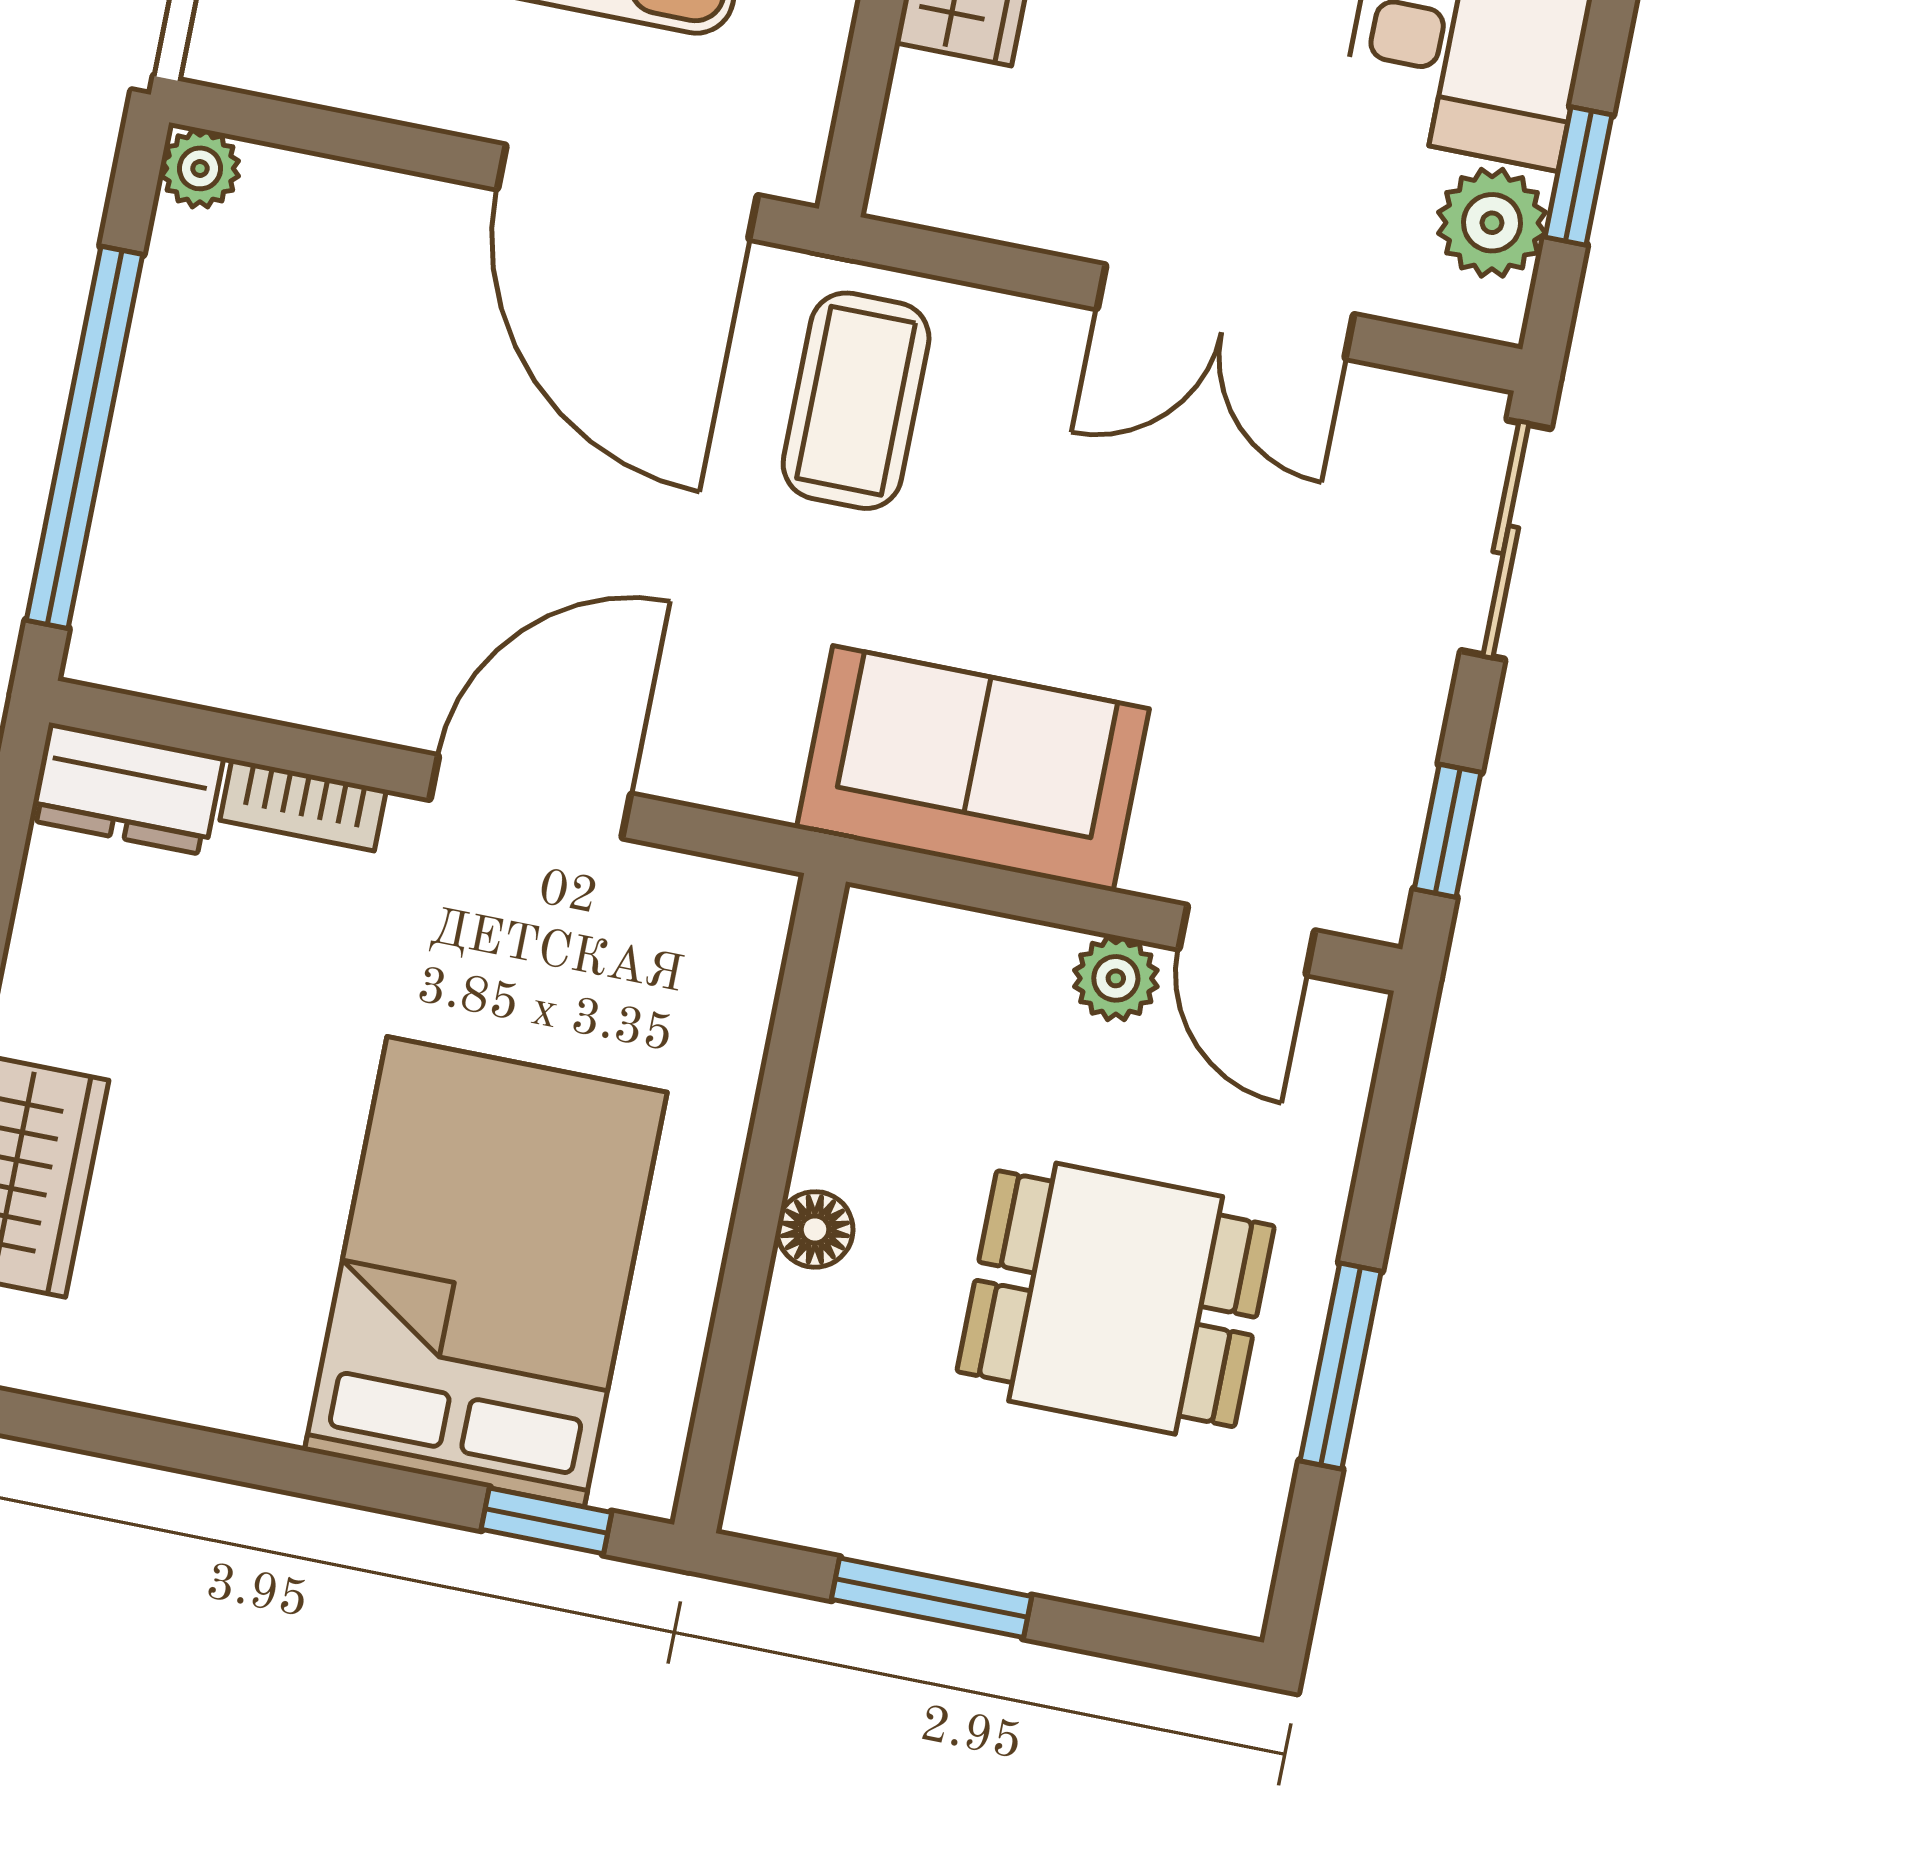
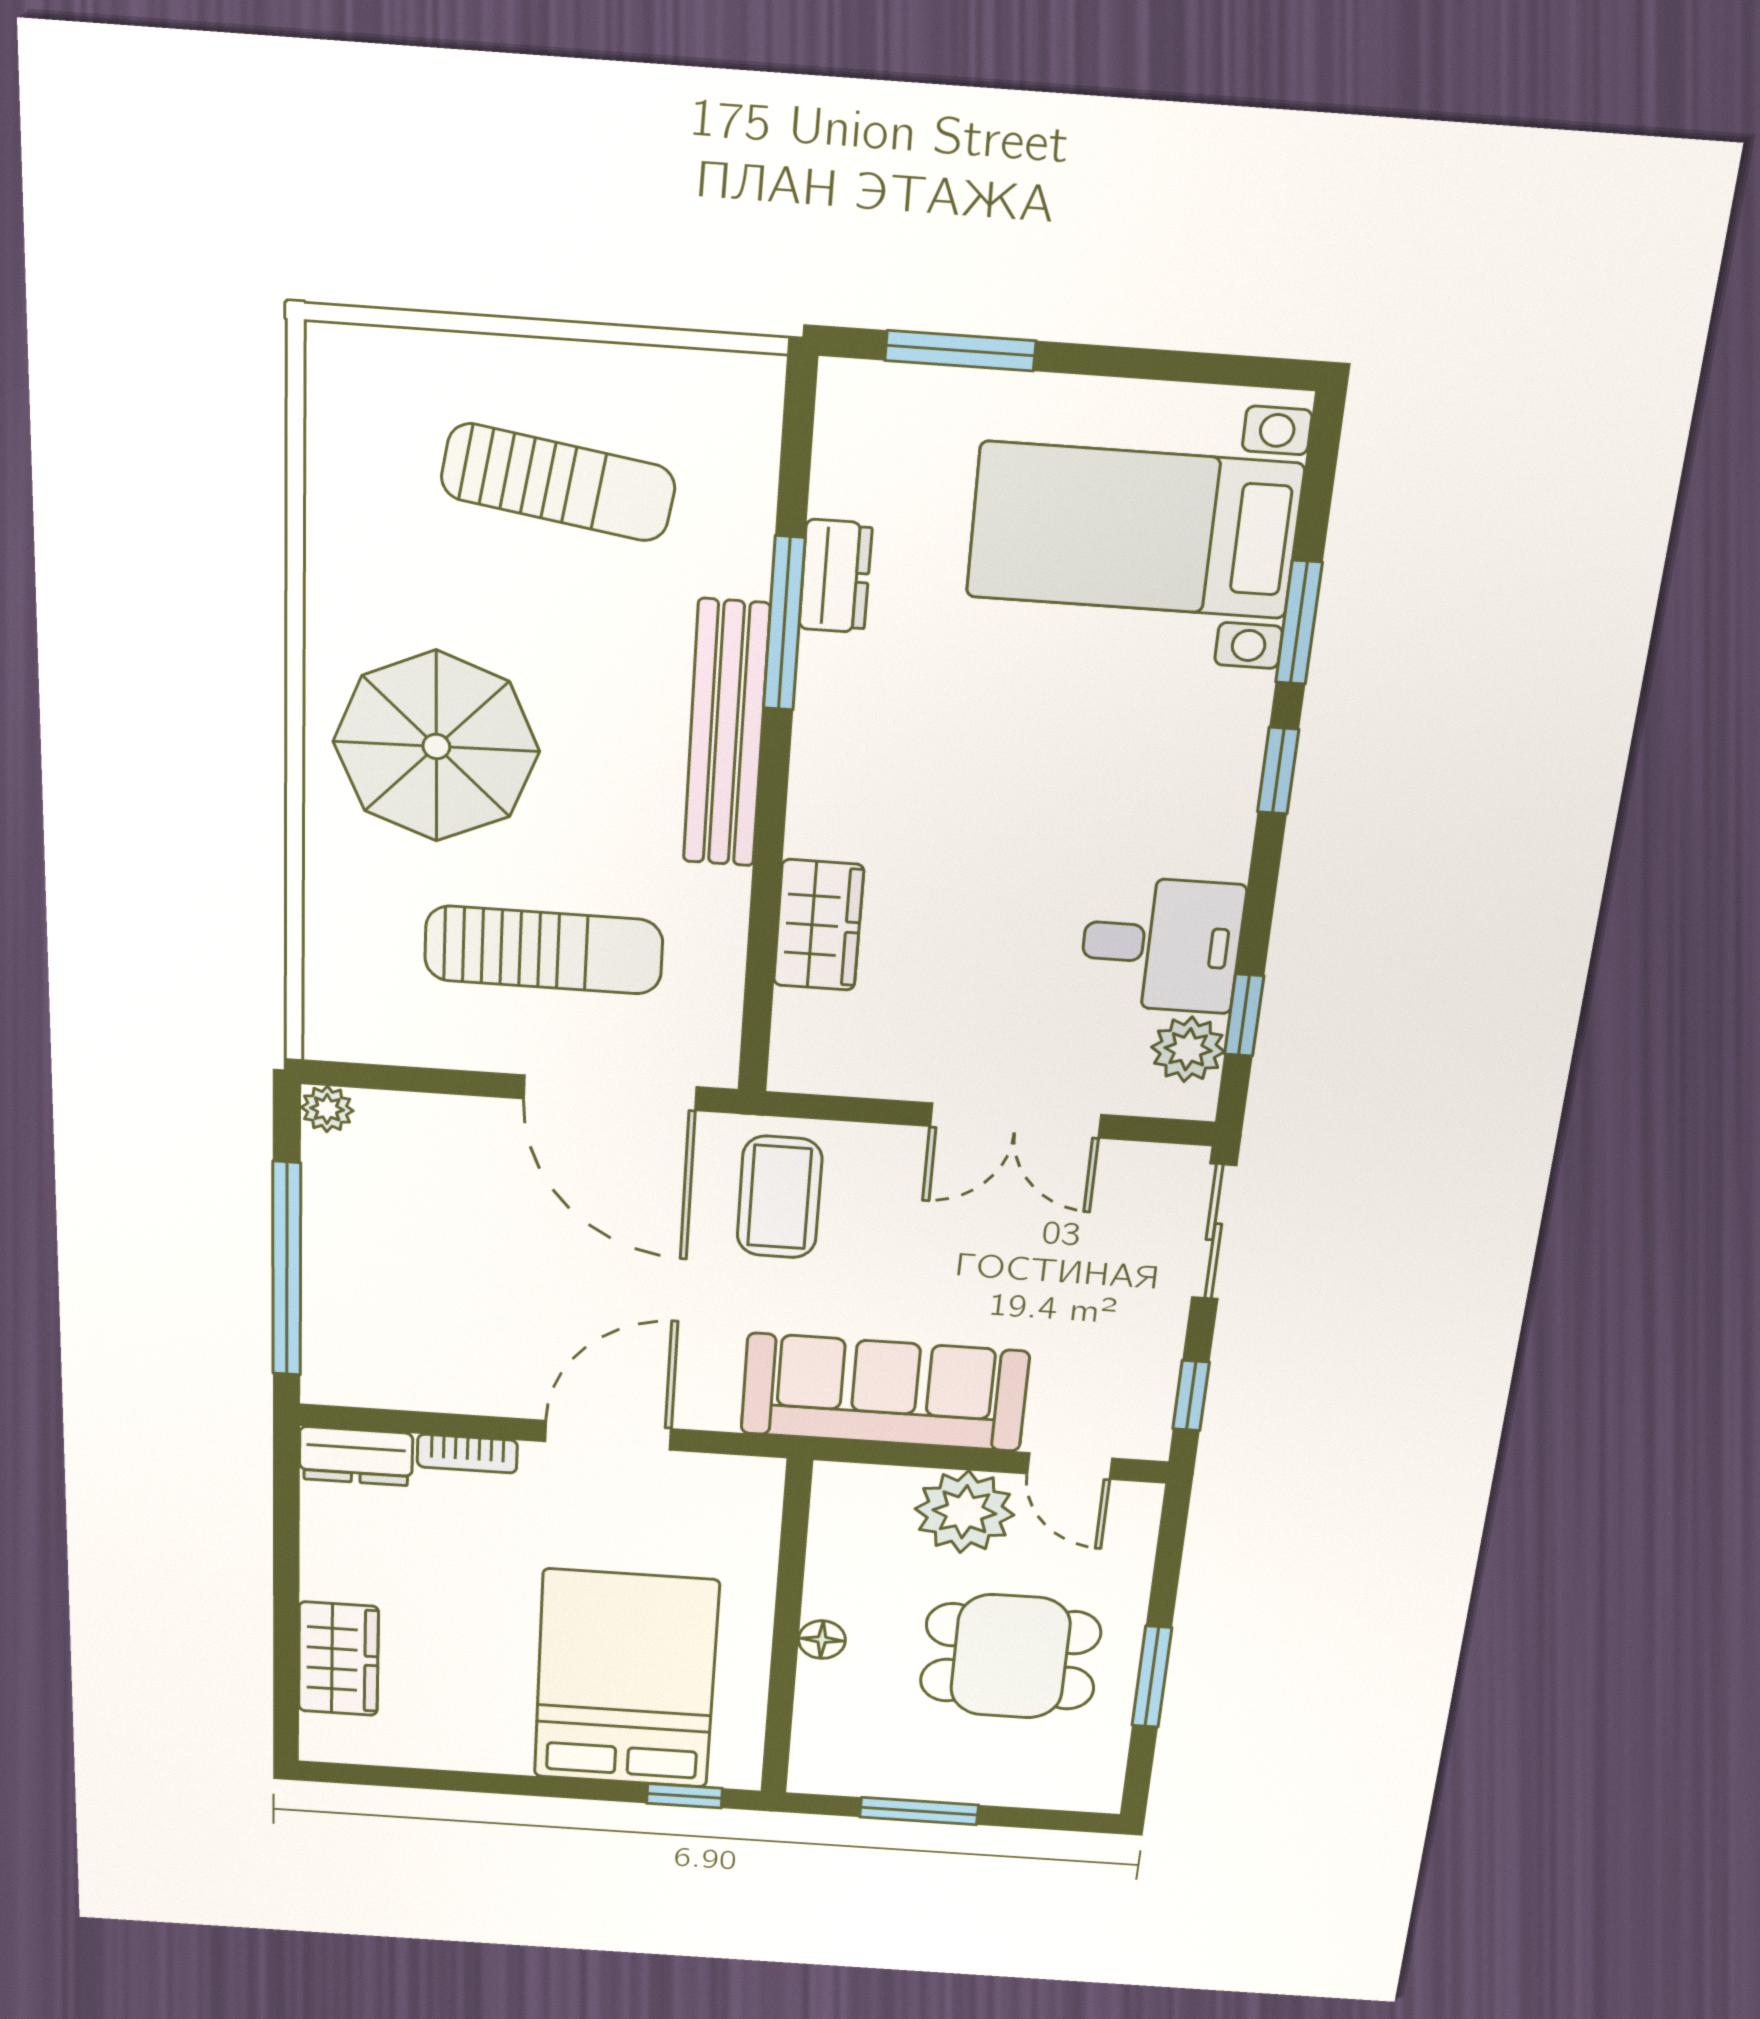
sofa: (973, 769) -> (885, 1392), width x1.36
plant: (1116, 978) -> (964, 1512), width x1.88, depth x1.88

